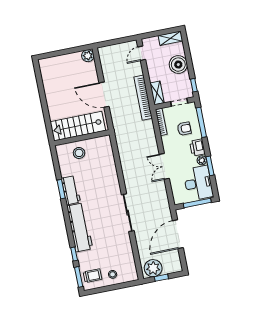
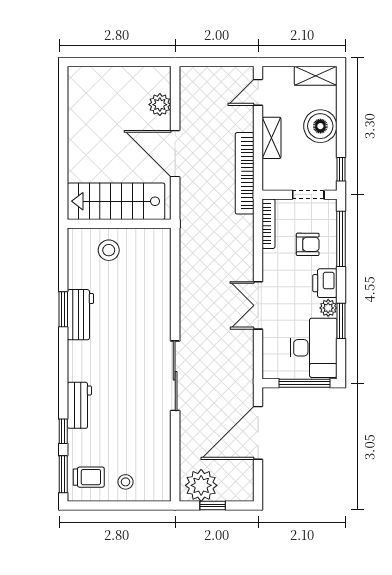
plant: (88, 56) -> (160, 105), moved
shelving: (157, 93) -> (272, 138), moved
workbench: (80, 227) -> (79, 405), width x0.53, depth x0.76

